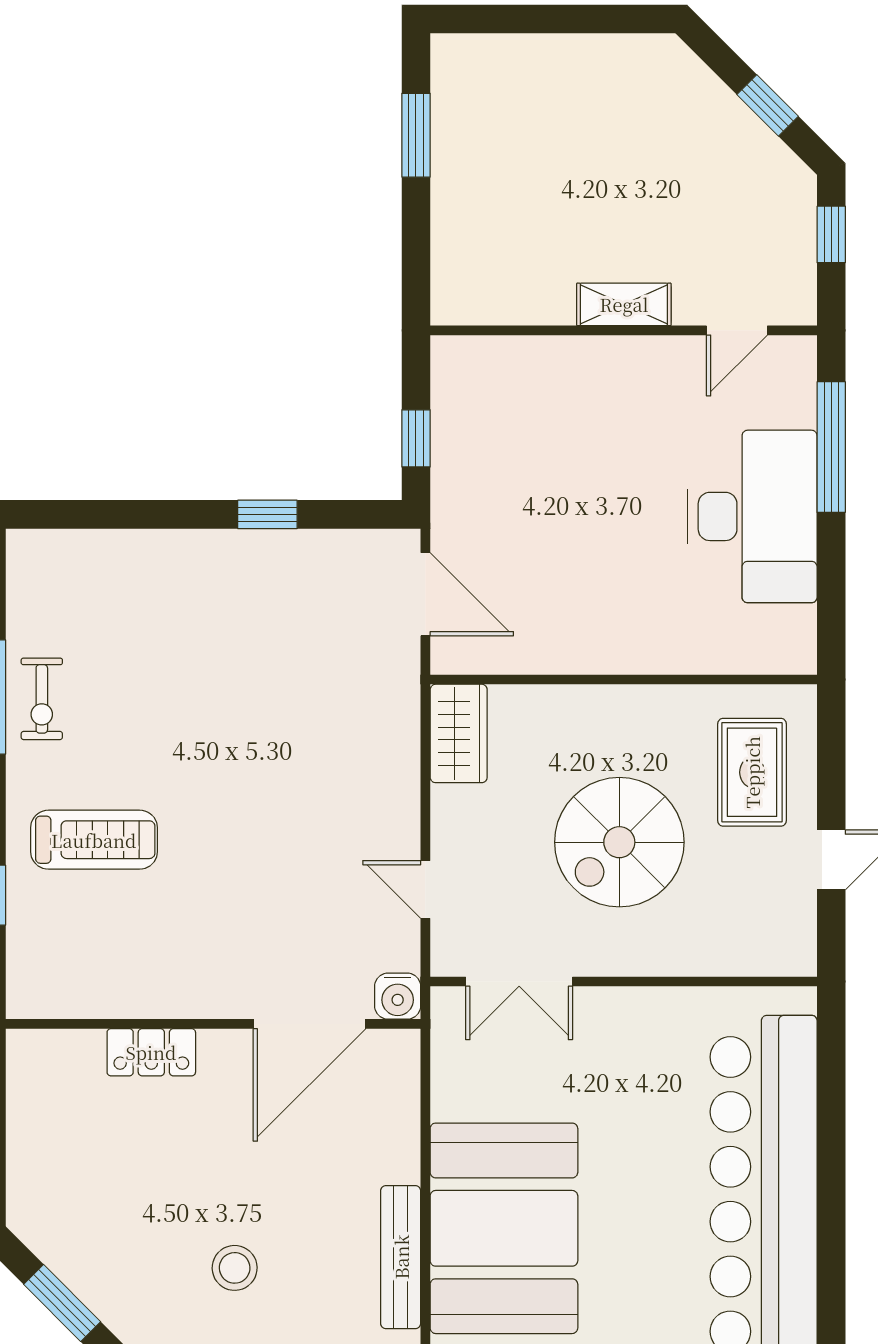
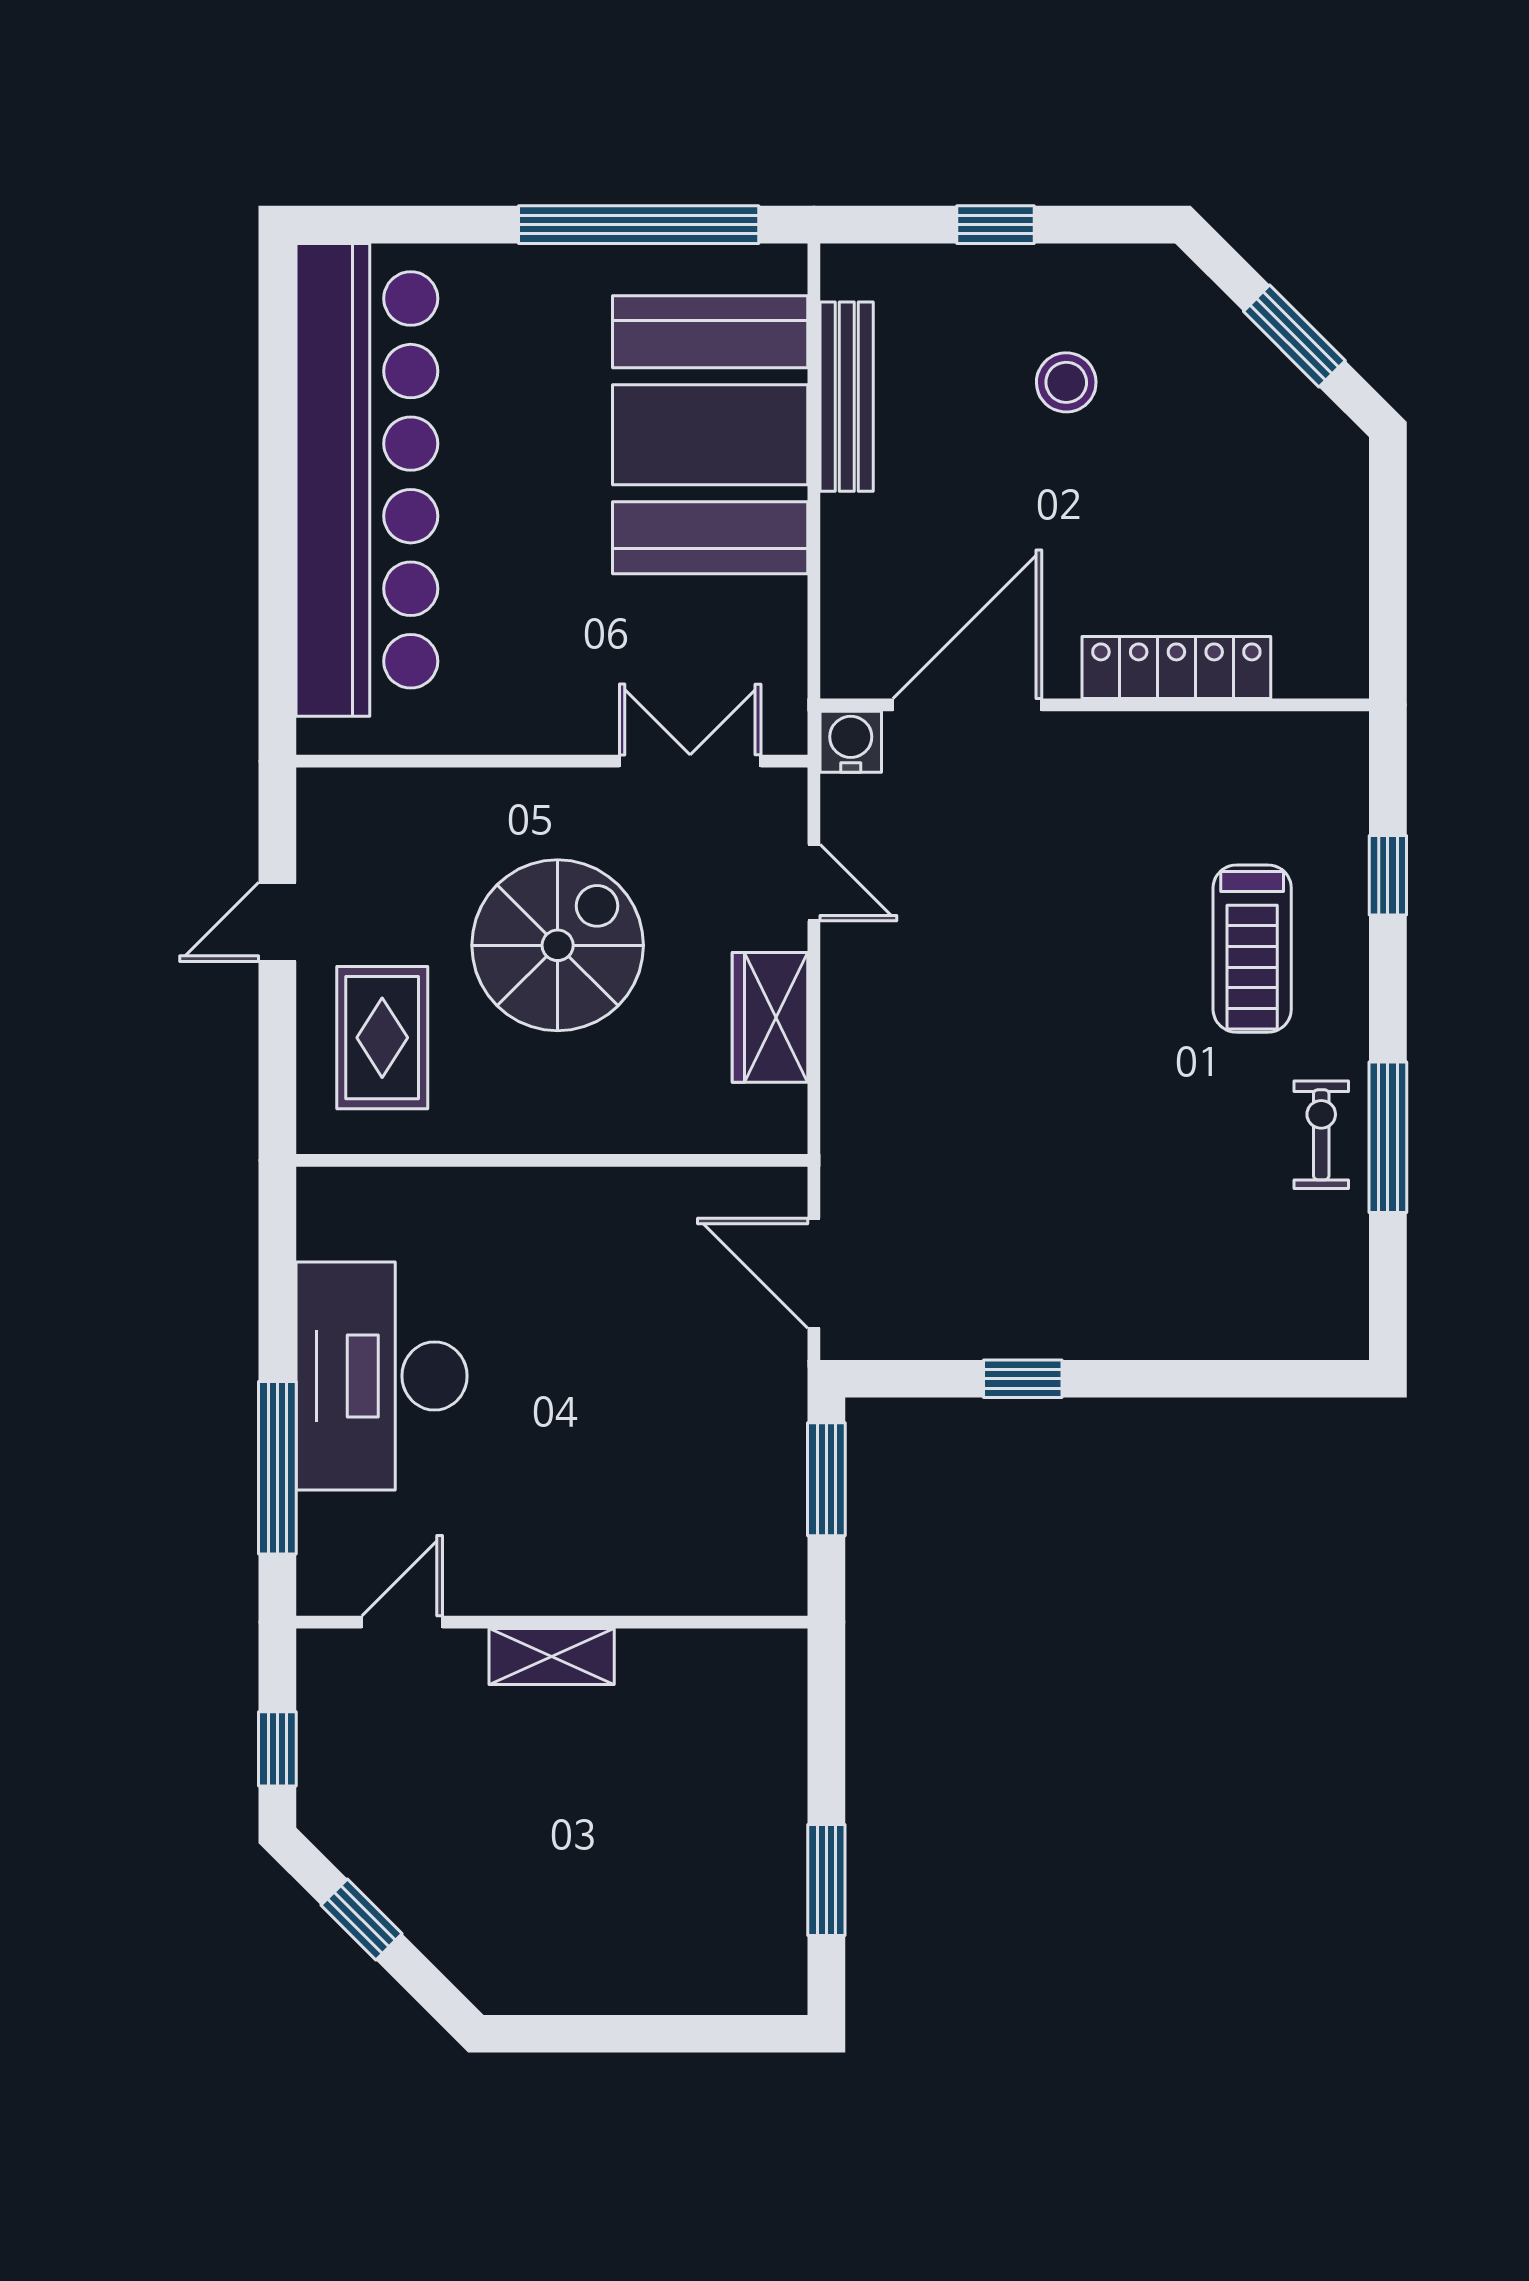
window: (416, 438) -> (826, 1479), width x1.50
wardrobe: (459, 733) -> (770, 1017), moved
treadmill: (94, 840) -> (1252, 949), turned -90
locker: (151, 1052) -> (1176, 668), width x1.53

